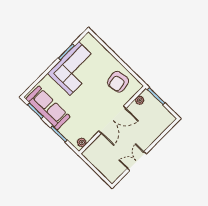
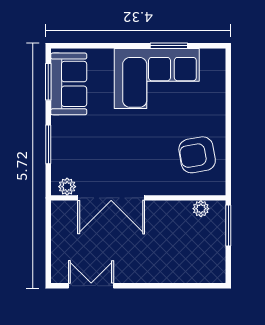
sofa: (48, 108) -> (69, 84), width x0.73
double door: (112, 120) -> (111, 198), moved
double door: (137, 161) -> (91, 286), moved

